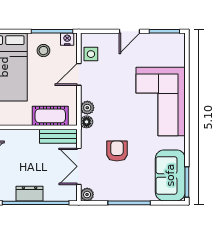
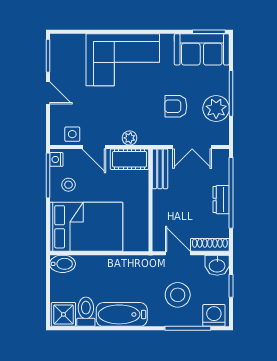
cot: (50, 116) -> (130, 159), moved, turned 90
floor lamp: (87, 122) -> (145, 139), removed
plant: (87, 195) -> (216, 109), moved, width x1.87, depth x1.87

